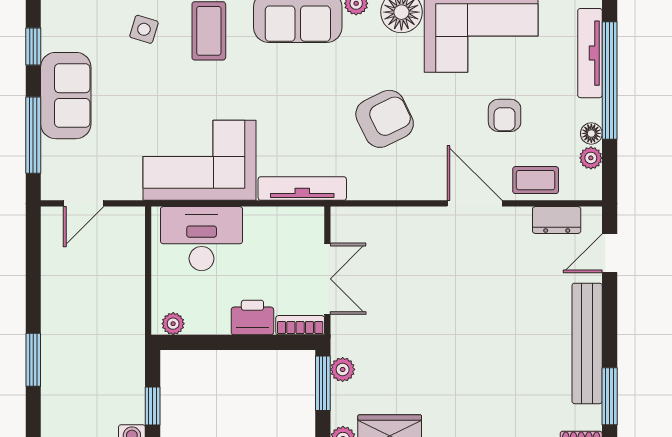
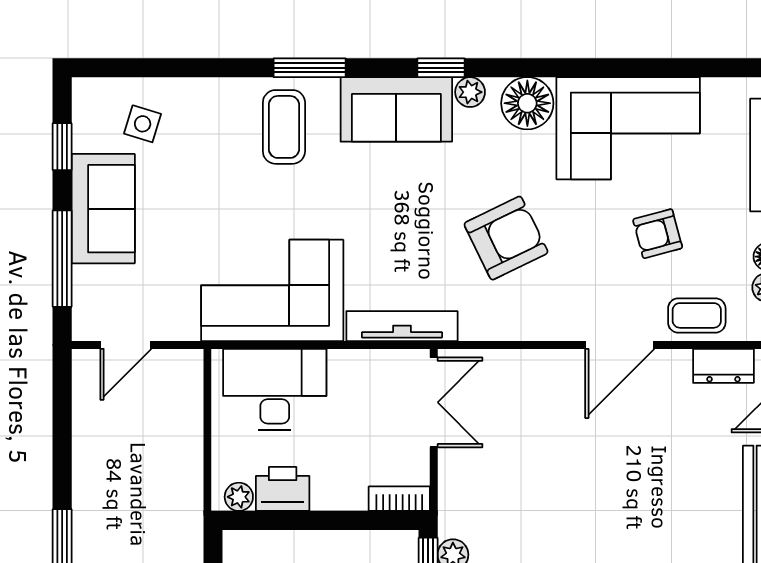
side table: (144, 29) -> (143, 124), moved
armchair: (505, 115) -> (658, 234), turned 75
door: (475, 203) -> (620, 345), swing flipped
double door: (327, 279) -> (434, 402), moved
printer: (252, 317) -> (283, 489), moved

